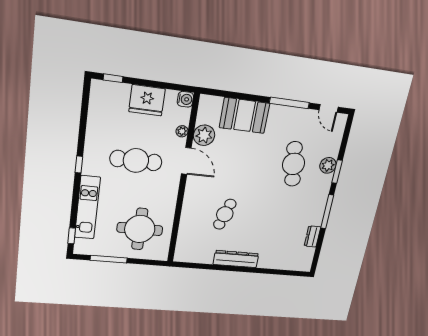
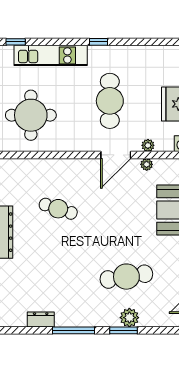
plant: (204, 135) -> (147, 164), width x0.53, depth x0.53

